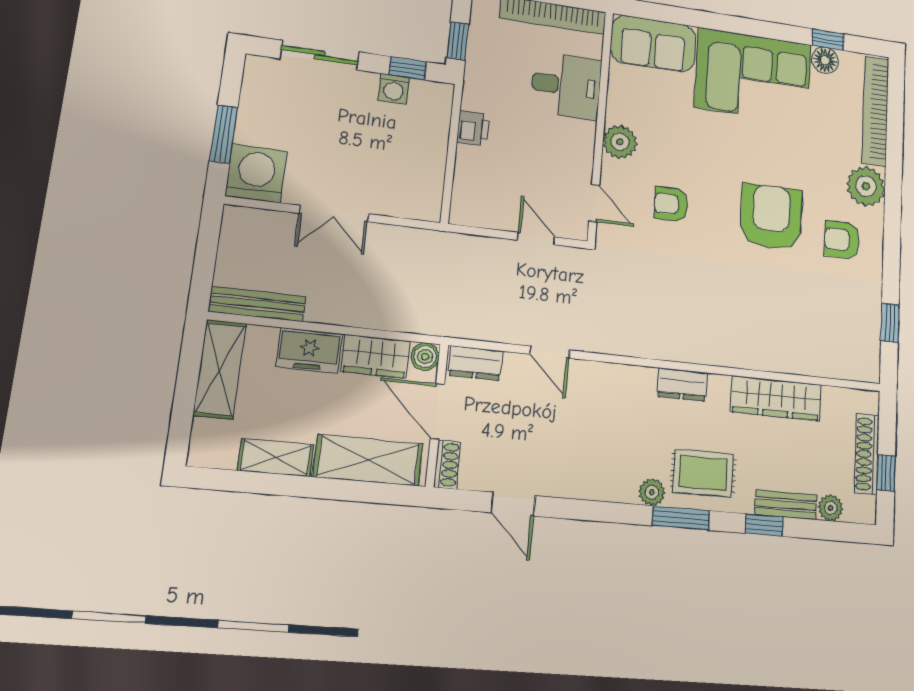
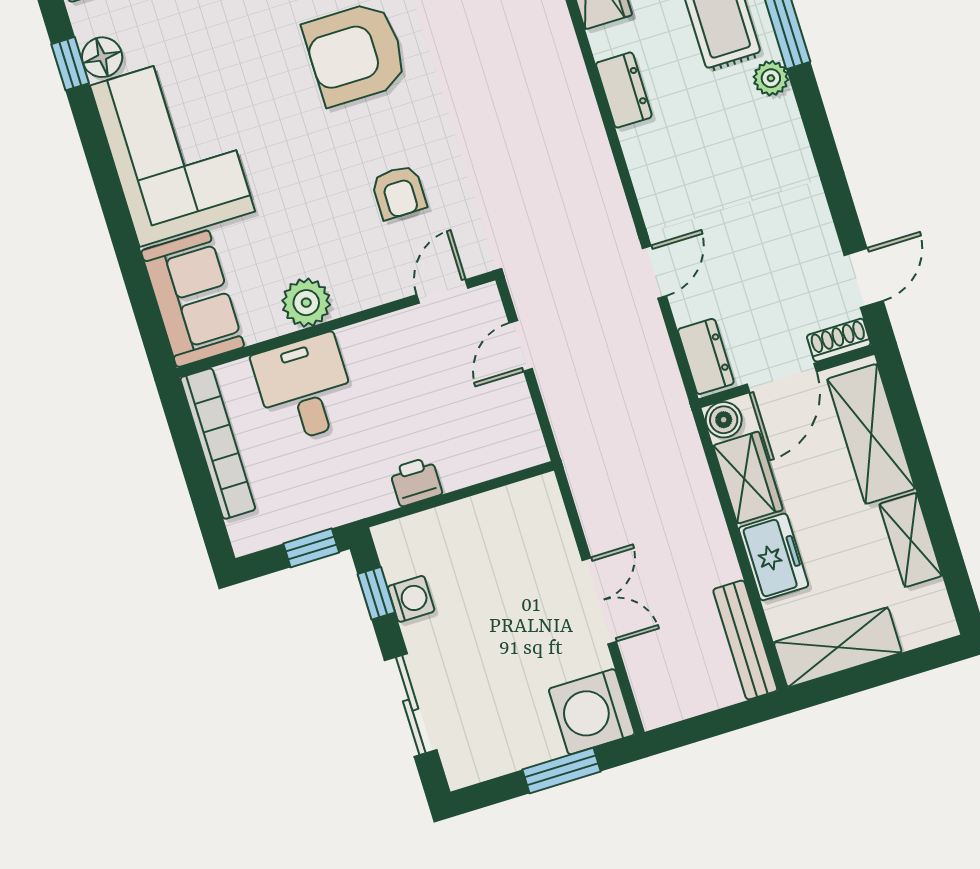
plant: (620, 142) -> (306, 303), moved
door: (513, 504) -> (864, 278), moved

